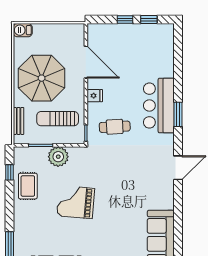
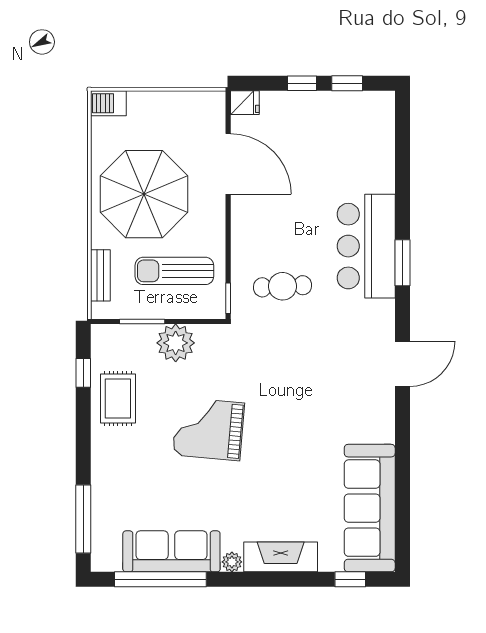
fridge: (95, 96) -> (245, 103), moved

